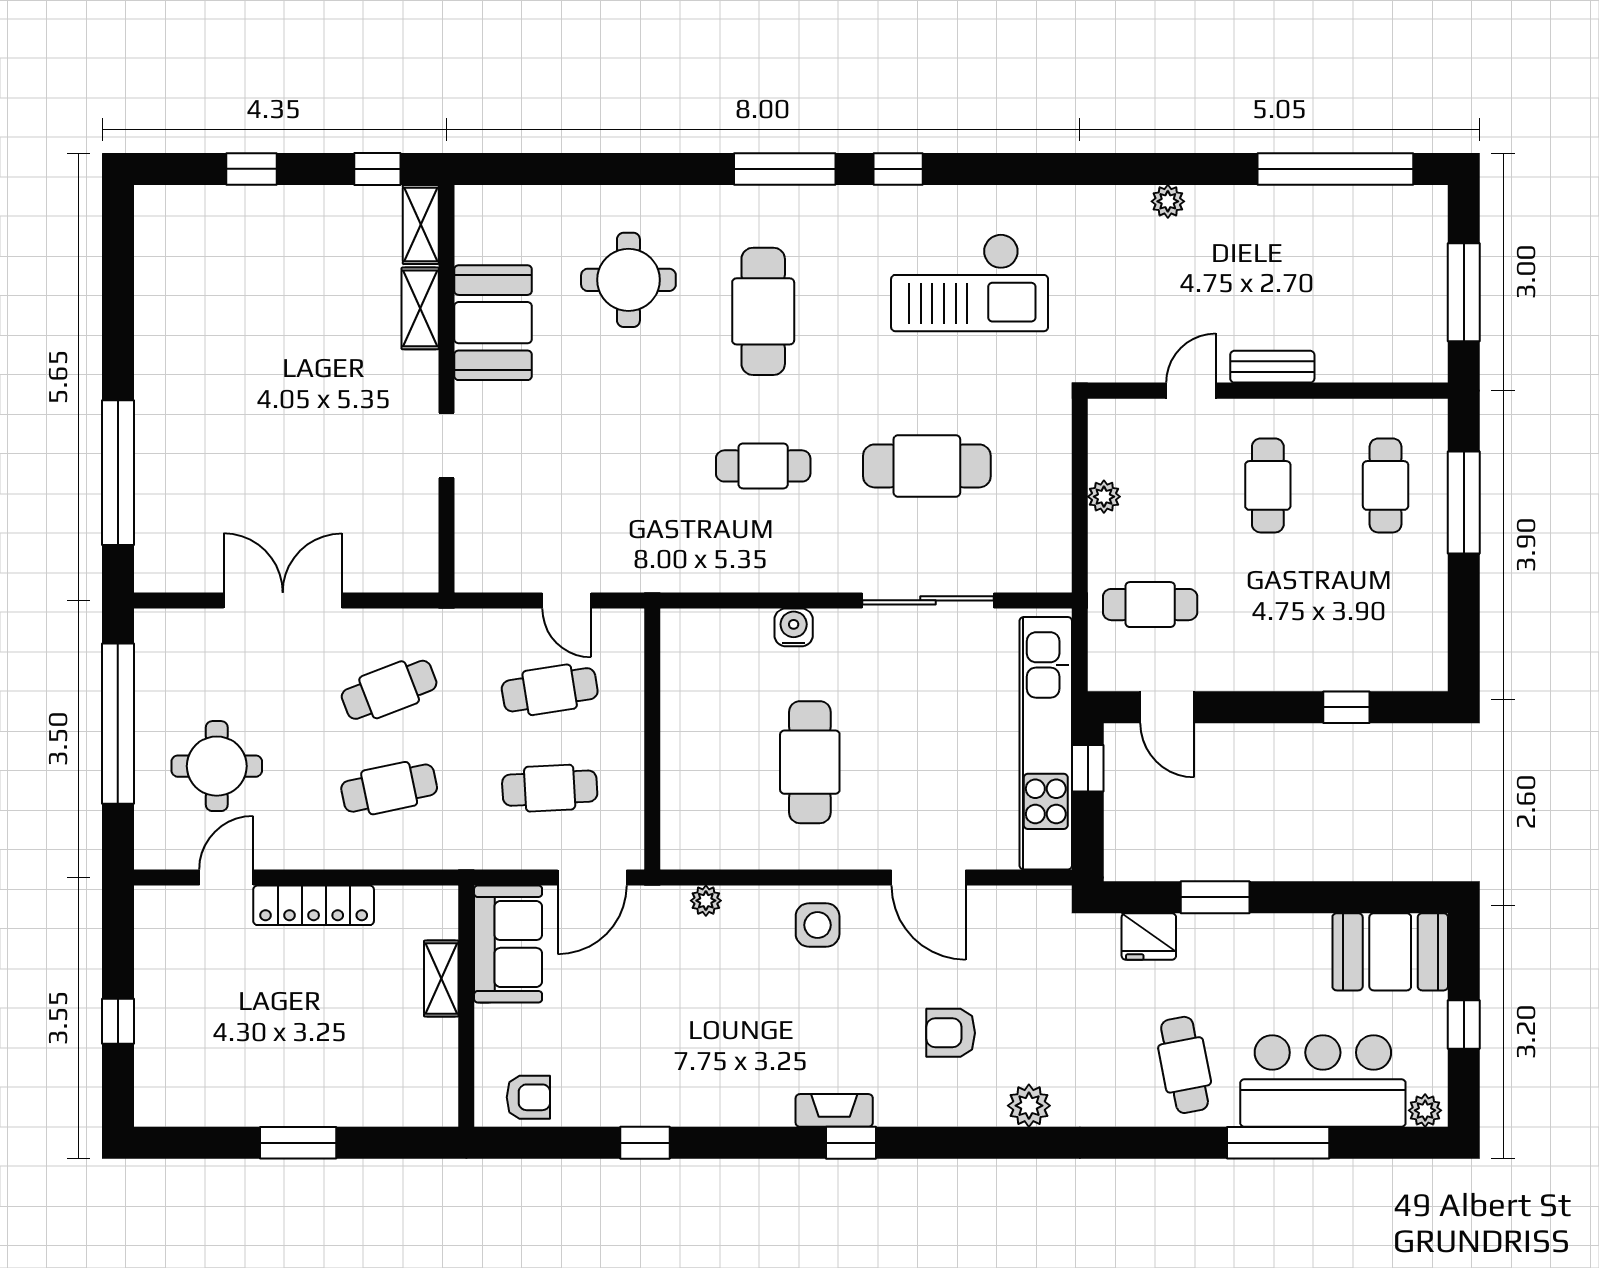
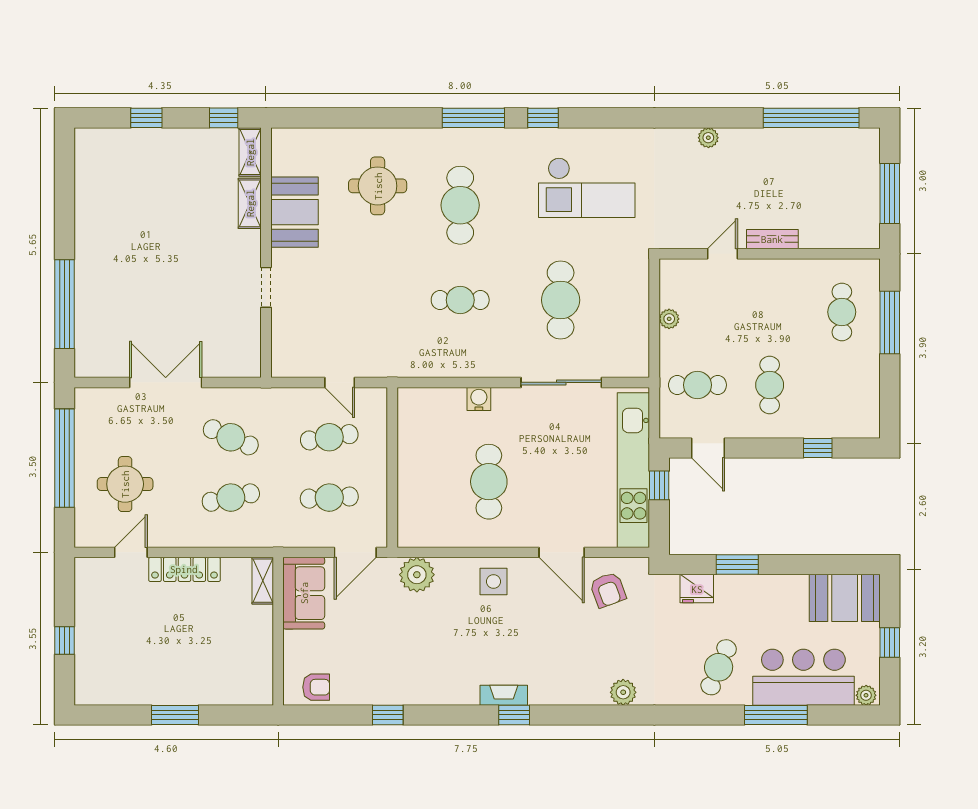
cafe table: (927, 466) -> (561, 300), turned 90
cafe table: (1268, 485) -> (770, 385), moved
cafe table: (389, 690) -> (231, 437), turned 45
plant: (706, 901) -> (417, 575), width x1.88, depth x1.88
shelving: (441, 979) -> (263, 581), moved
armchair: (951, 1033) -> (608, 590), moved, turned -110
cafe table: (1185, 1065) -> (719, 667), turned 34

